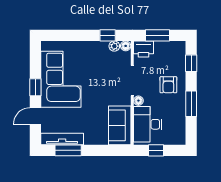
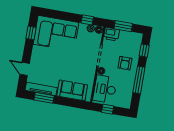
corner sofa: (61, 79) -> (56, 33), moved, turned 90
window: (35, 87) -> (31, 33), moved
window: (191, 104) -> (139, 80), width x1.44
door: (35, 116) -> (25, 69), hinge flipped
sofa: (120, 125) -> (72, 90), moved, turned 90

